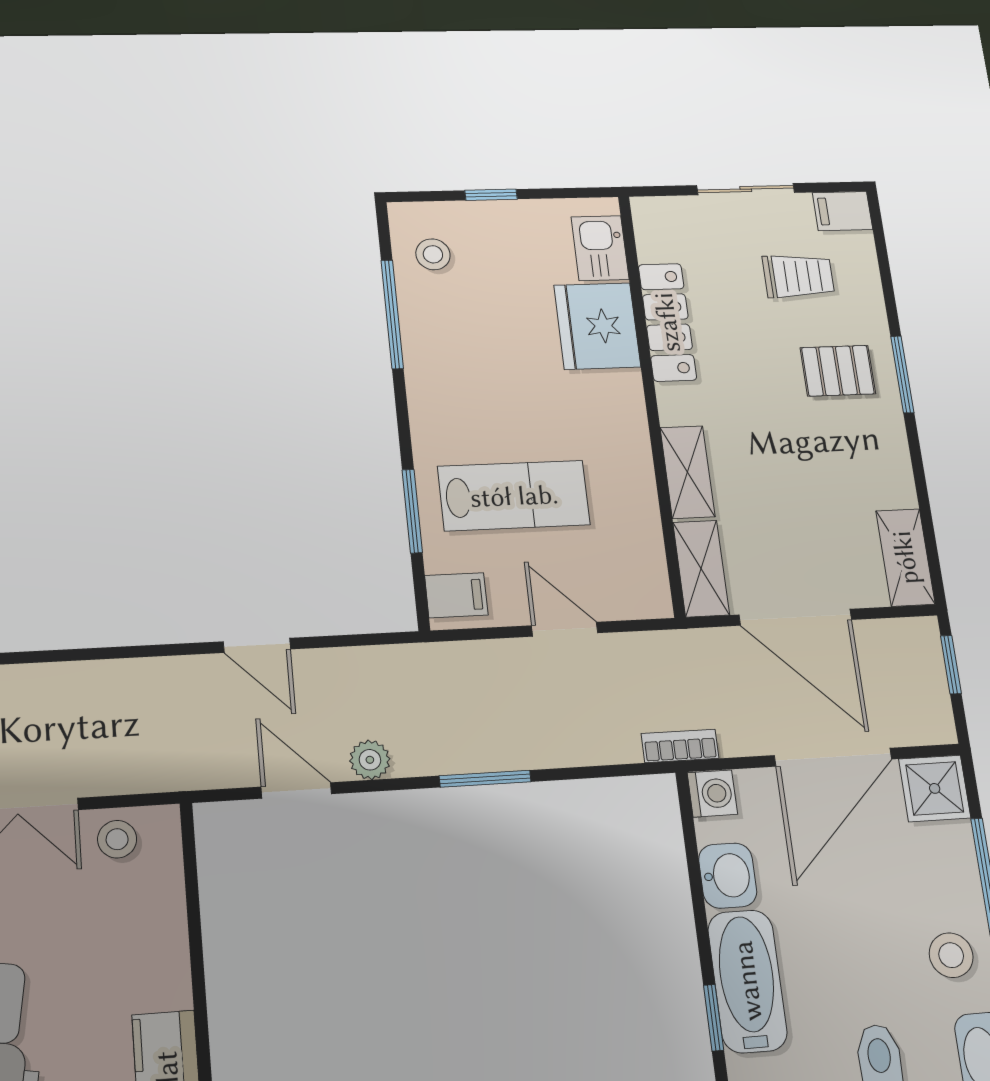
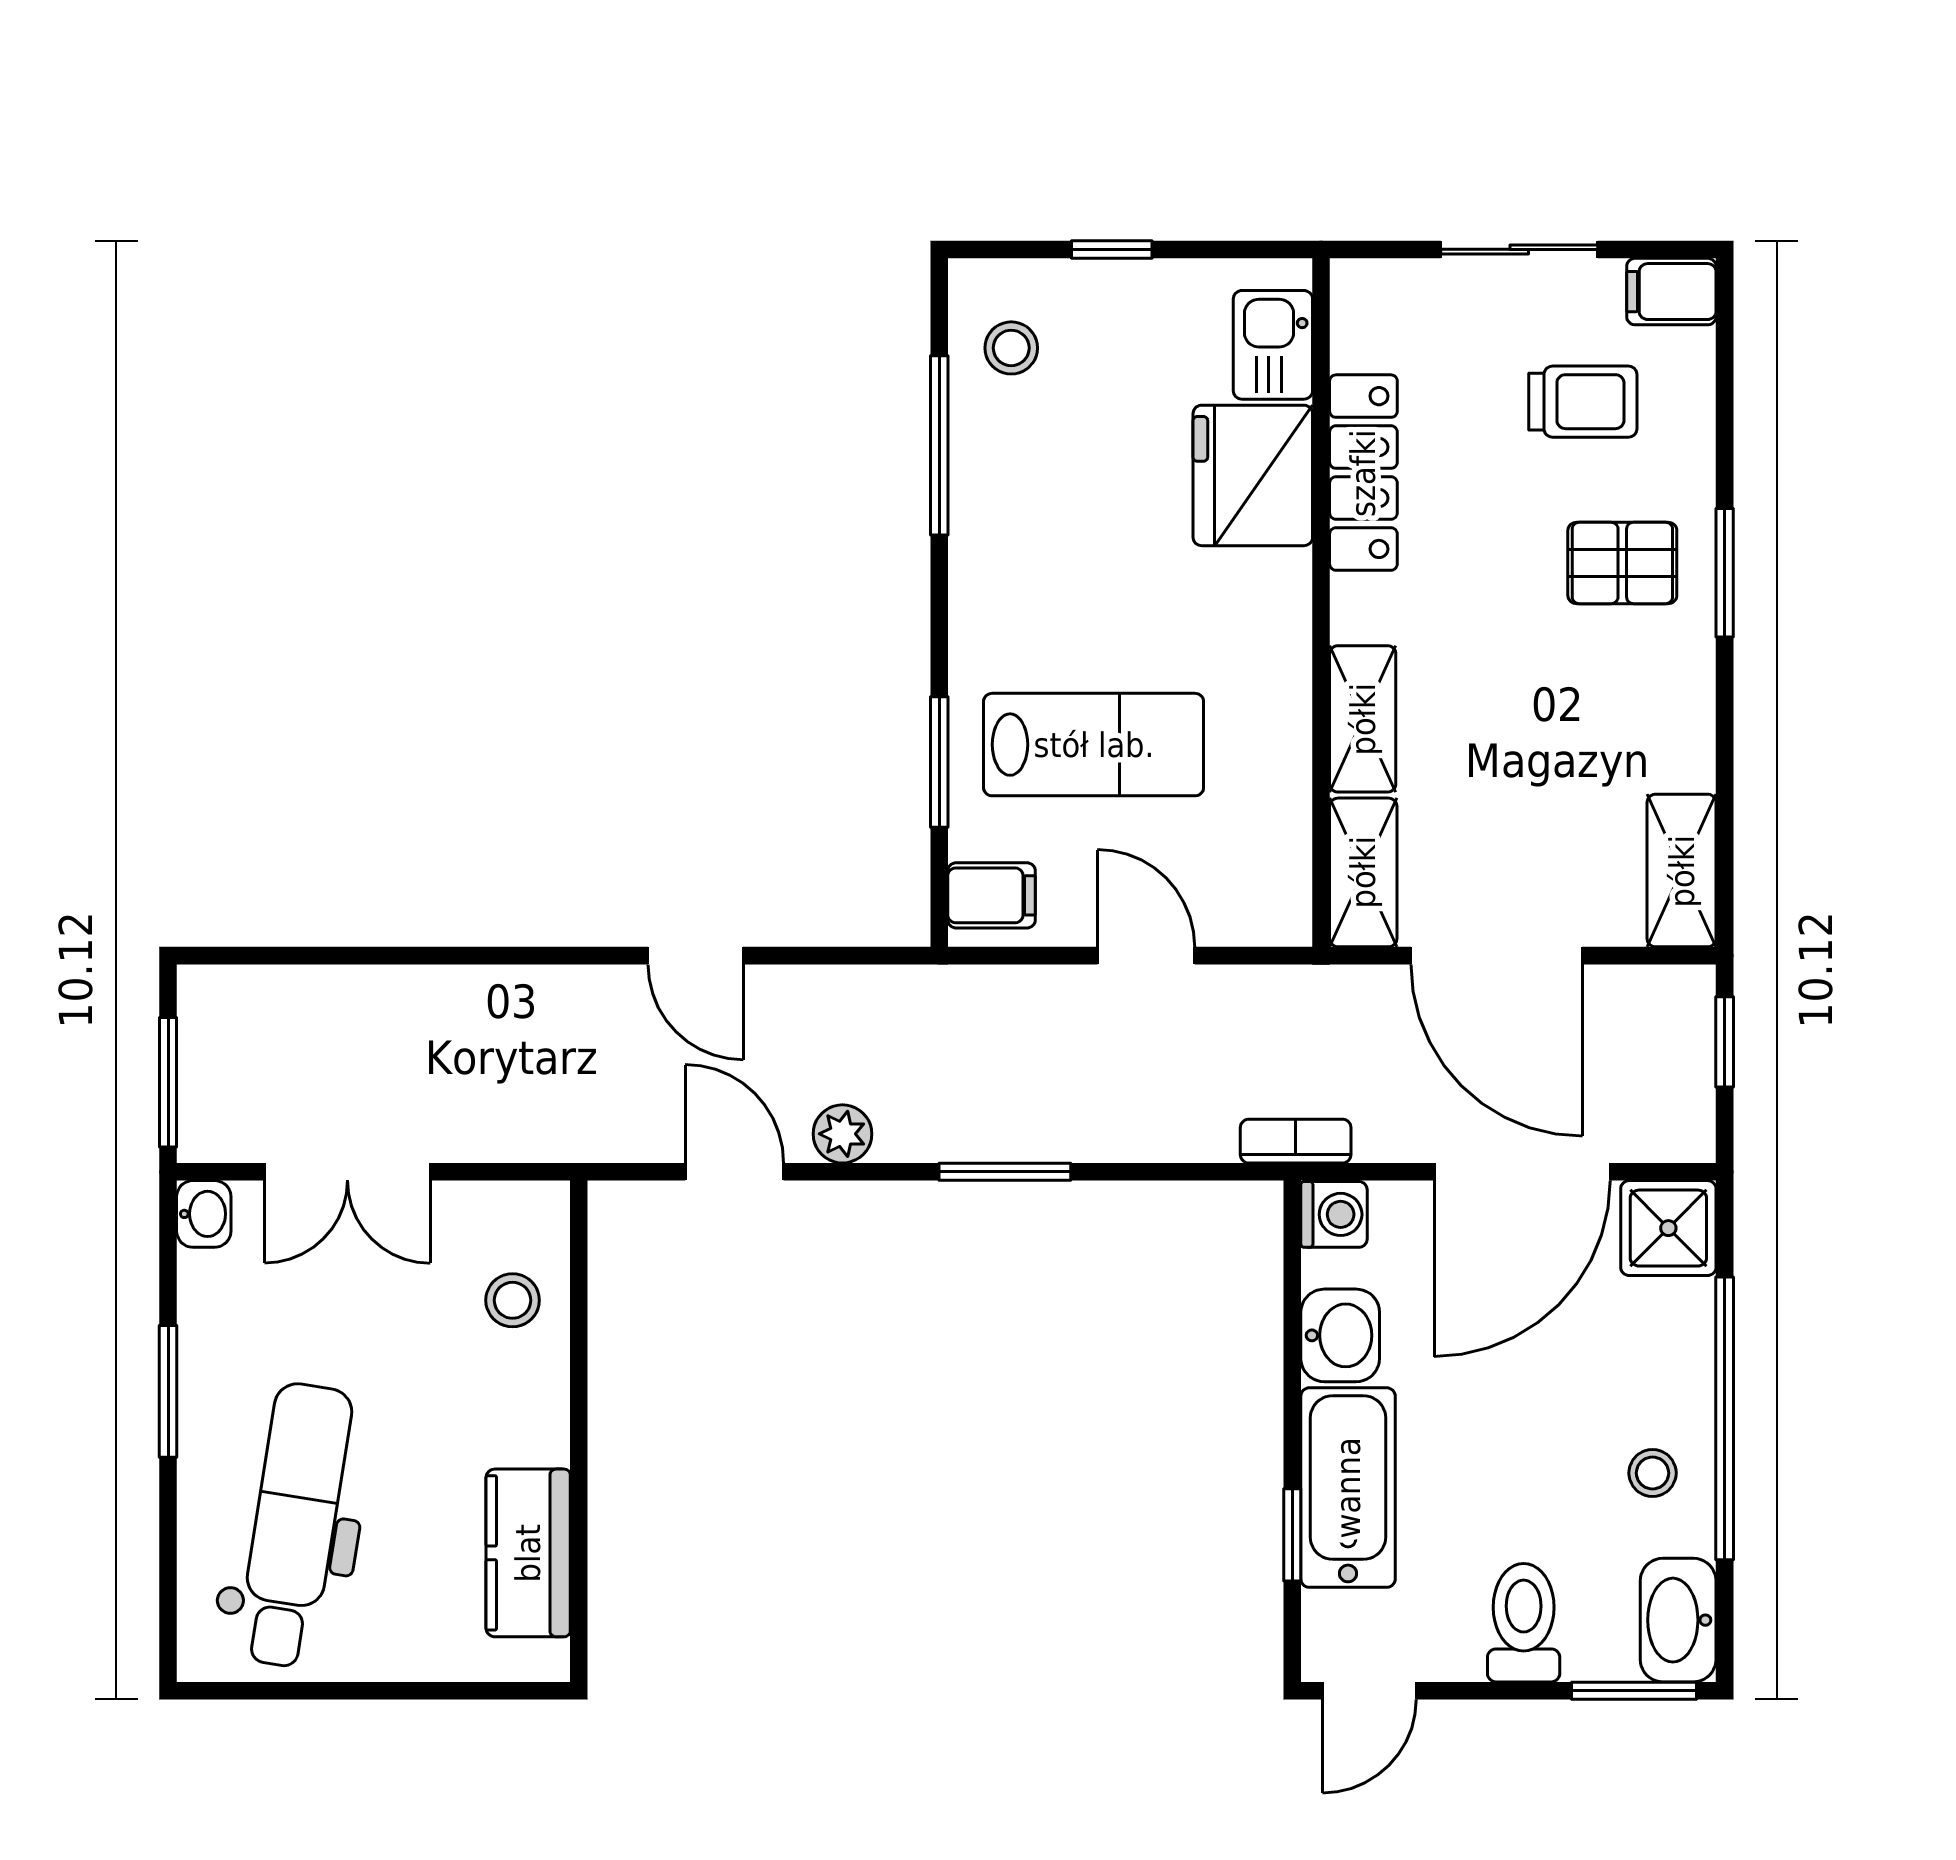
stool: (117, 839) -> (513, 1300), moved
stool: (951, 955) -> (1653, 1473), width x0.73, depth x0.73

